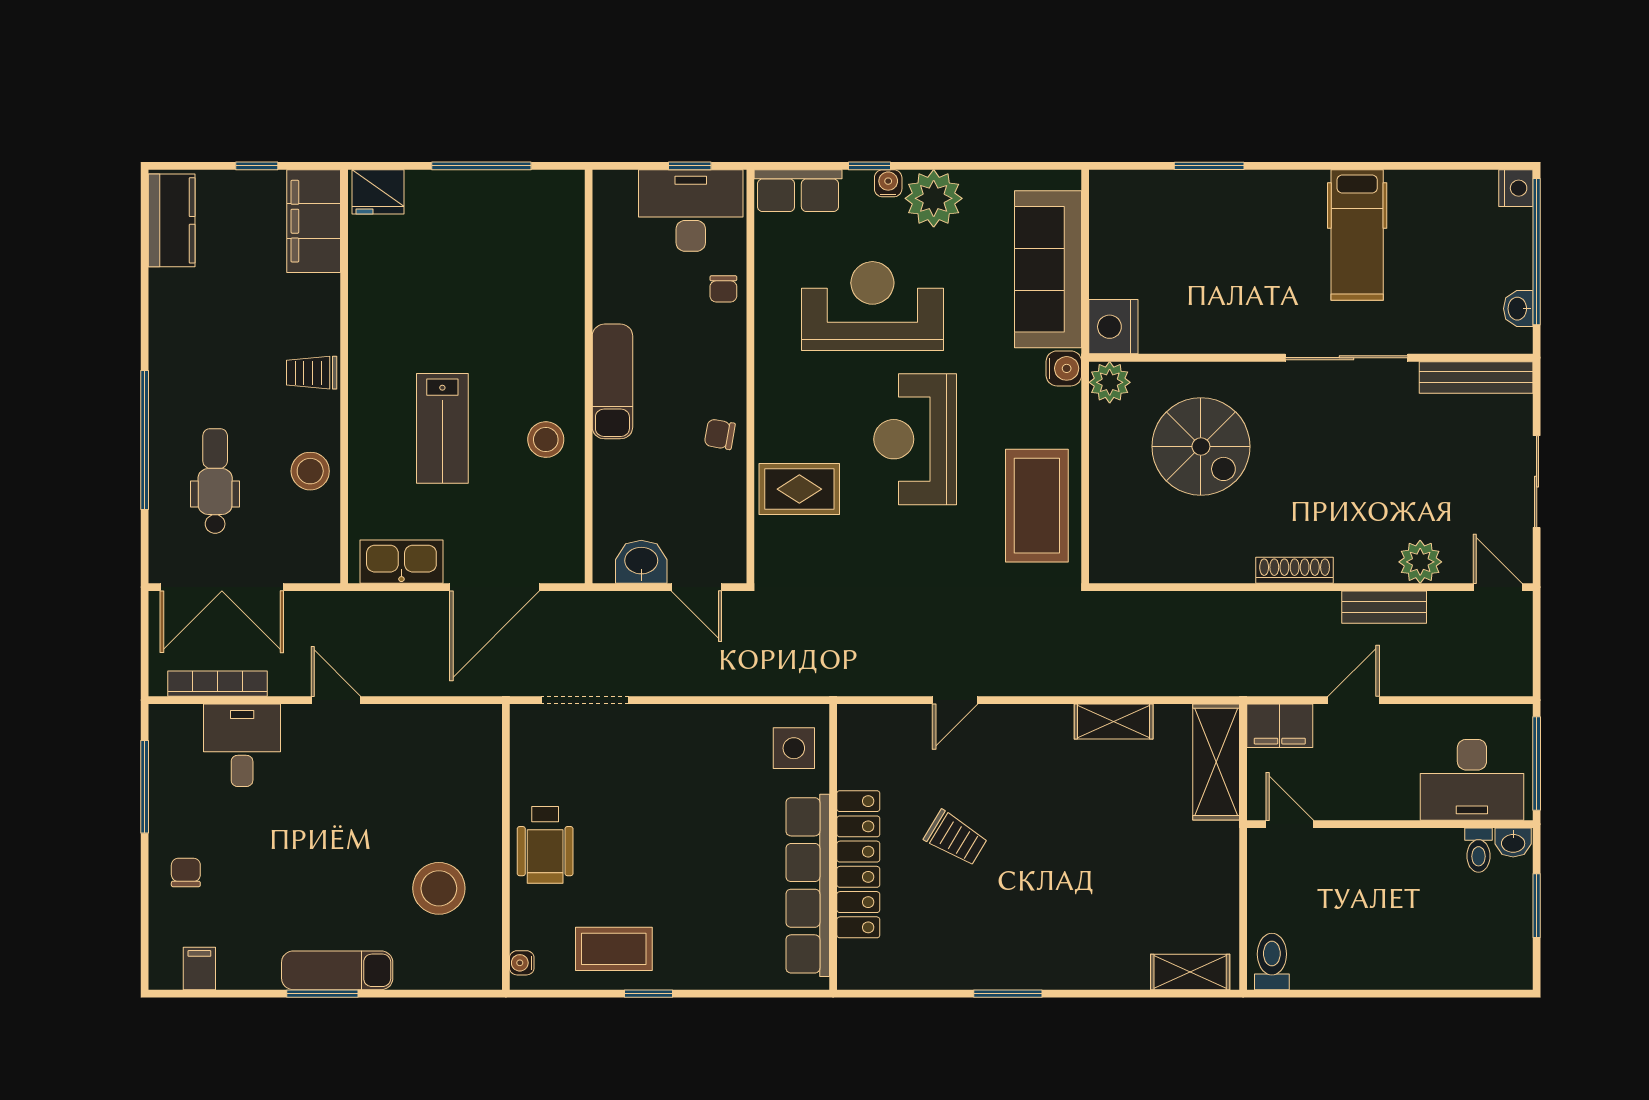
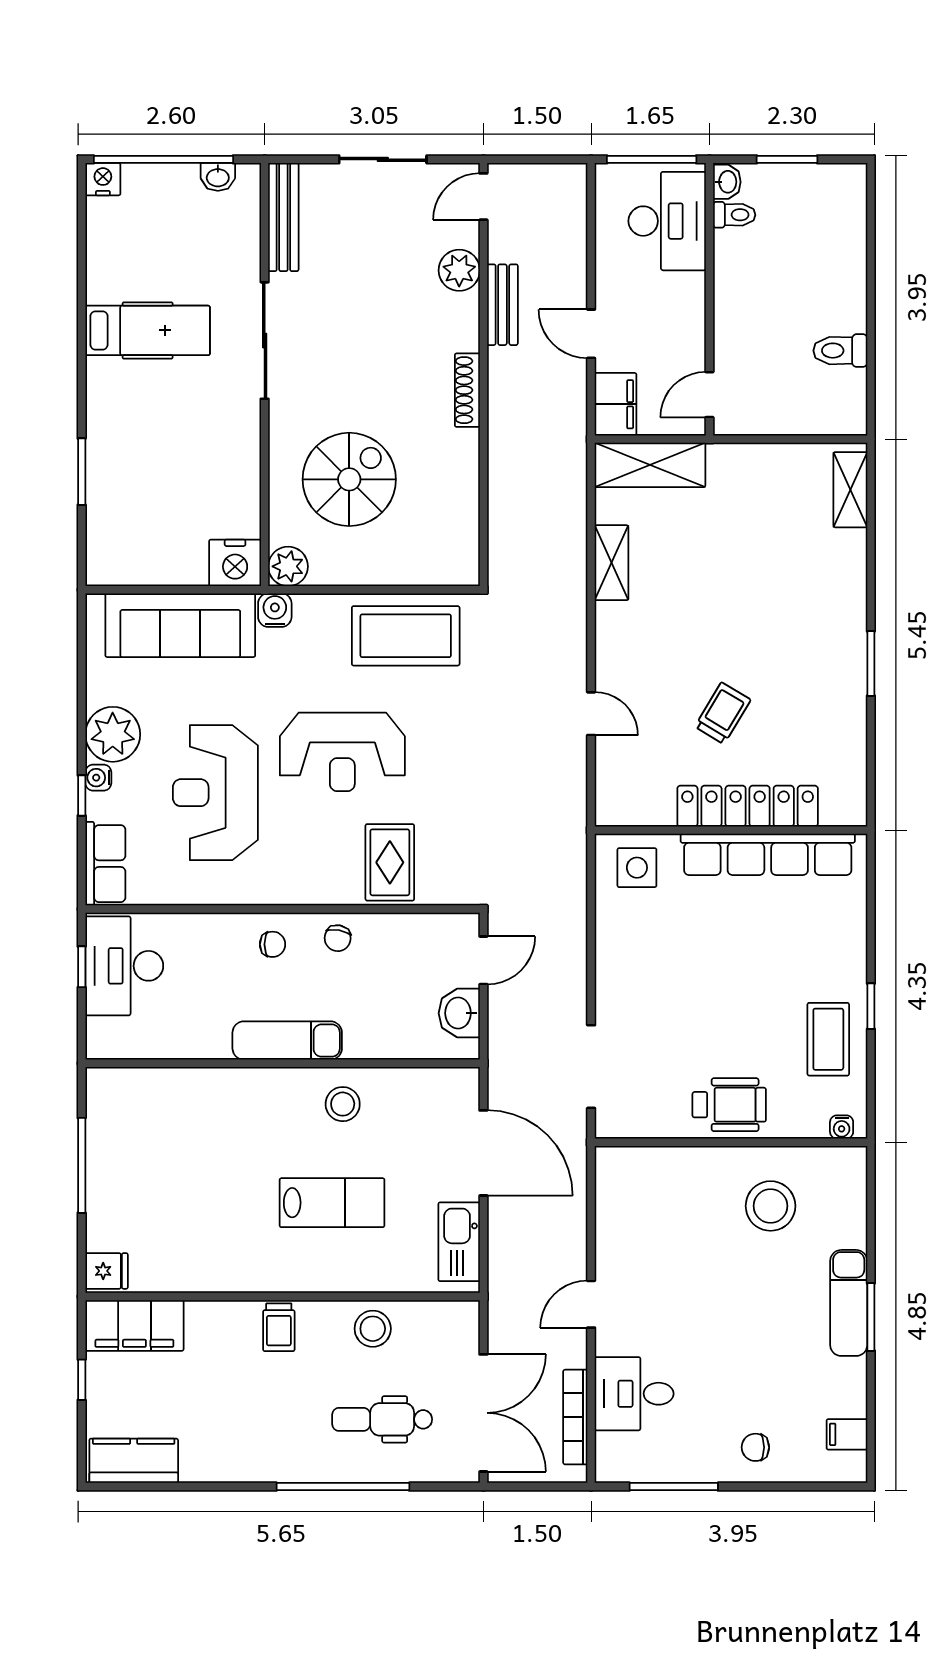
fridge: (378, 192) -> (107, 1271), width x0.72
chair: (723, 289) -> (273, 944), moved
toilet: (1272, 961) -> (840, 351), moved

